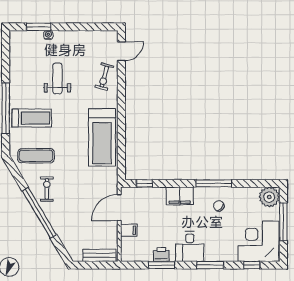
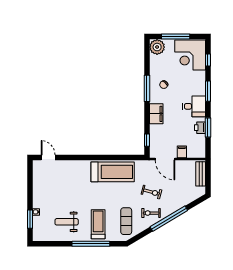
exercise bike: (104, 77) -> (151, 192), moved
weight bench: (57, 78) -> (67, 222), moved

